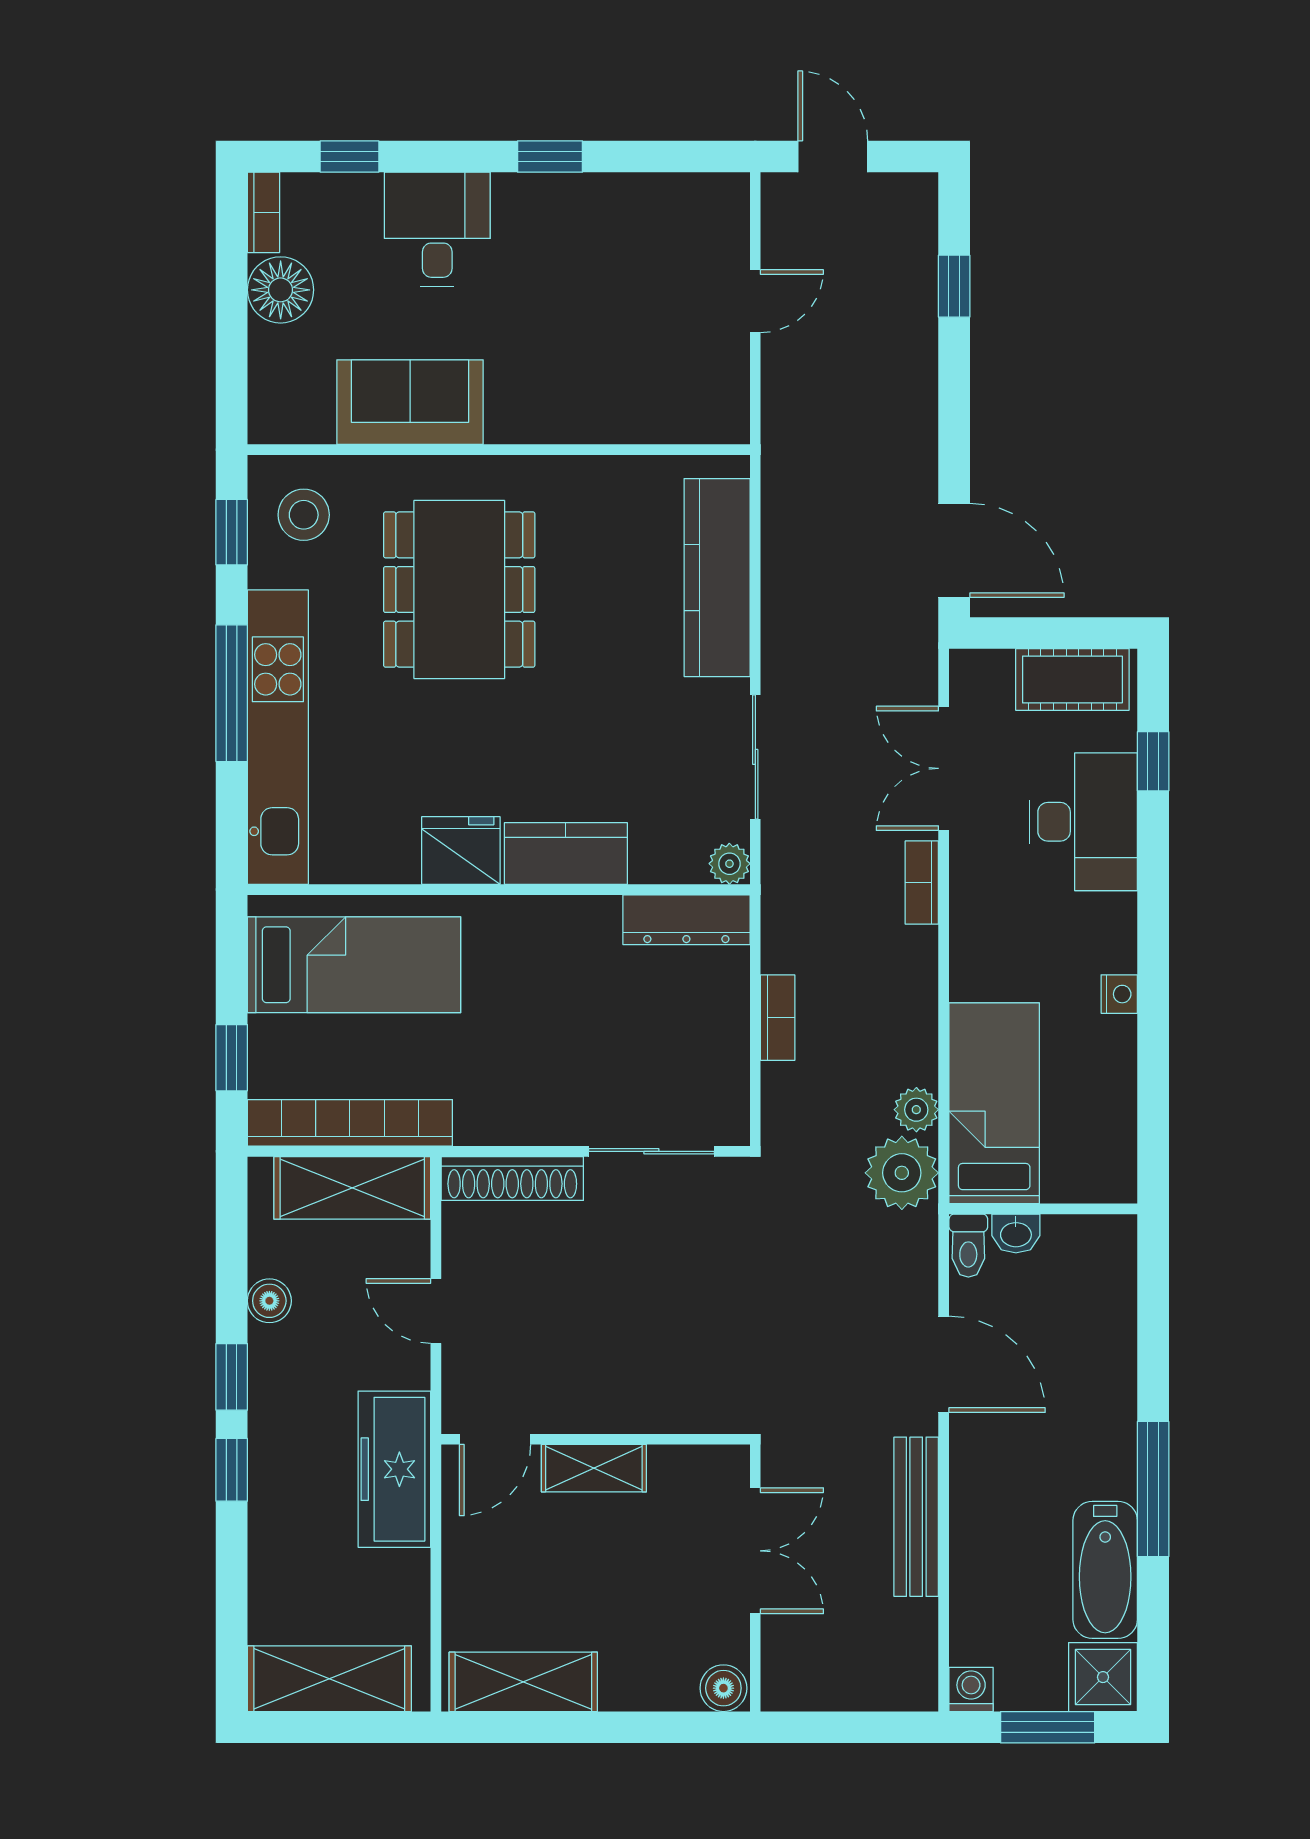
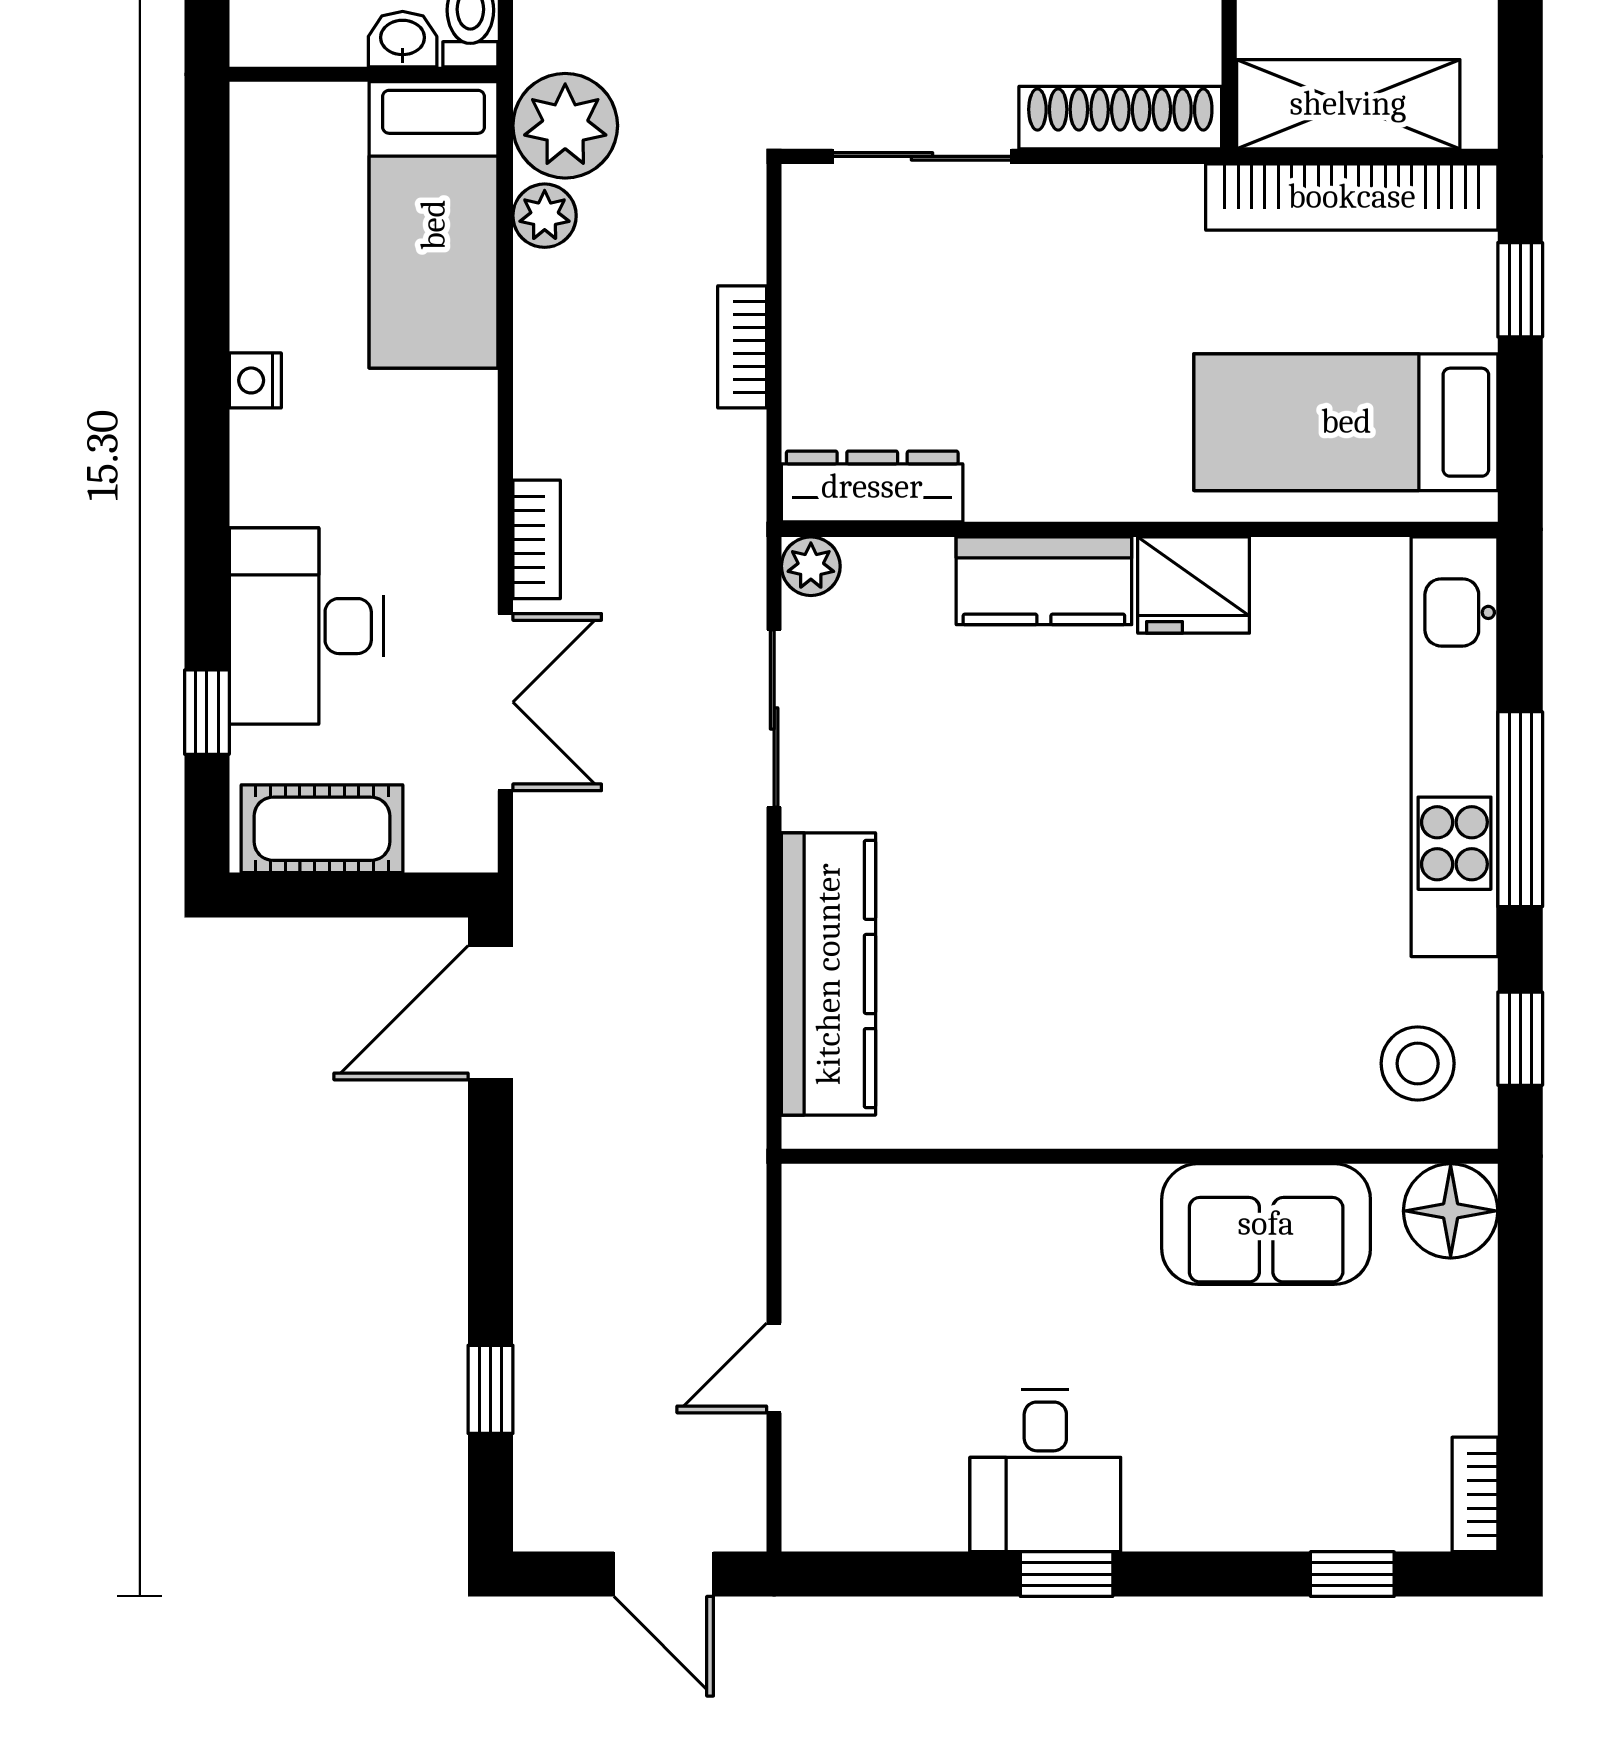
desk: (437, 229) -> (1045, 1470), moved
floor lamp: (281, 290) -> (1451, 1211), moved
door: (954, 550) -> (490, 1013), hinge flipped
dining table: (459, 590) -> (1196, 957), removed

